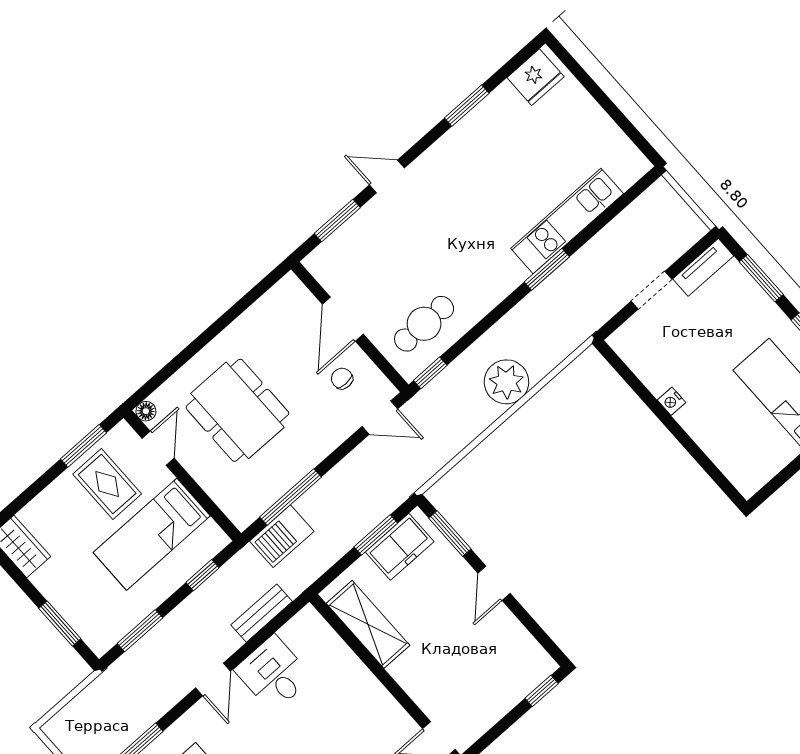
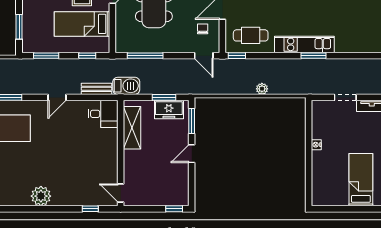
kitchen unit: (567, 221) -> (304, 44), moved
plant: (506, 382) -> (262, 89), width x0.53, depth x0.53
barbecue: (282, 536) -> (126, 86), moved, turned 180
desk: (273, 674) -> (103, 114), moved, turned 90

